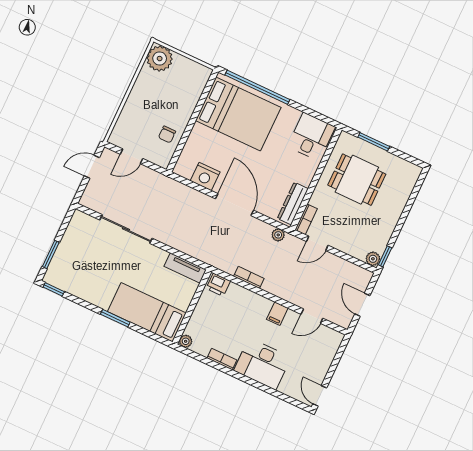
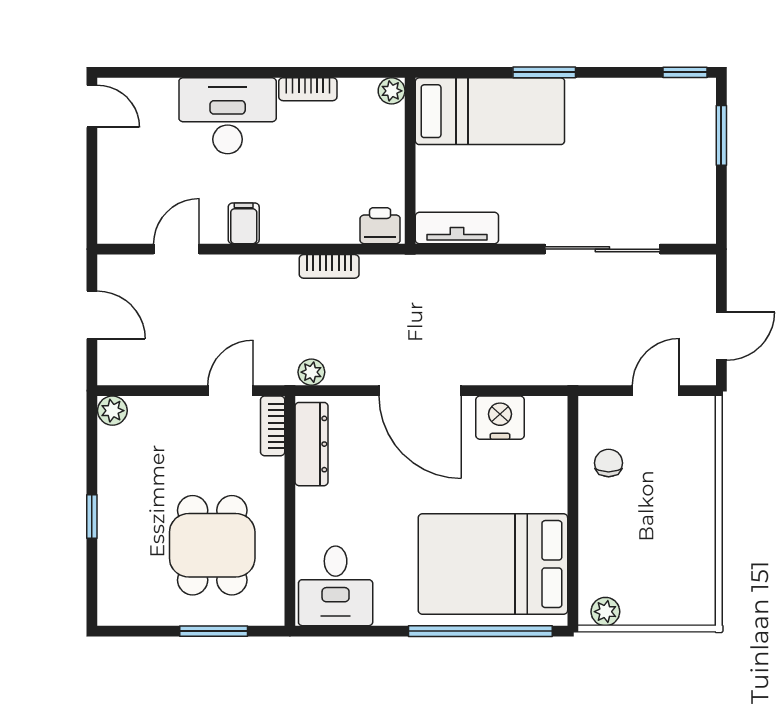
plant: (160, 59) -> (605, 612), moved, width x0.53, depth x0.53
dining table: (357, 180) -> (212, 545), turned 90
window: (385, 256) -> (92, 517), moved

